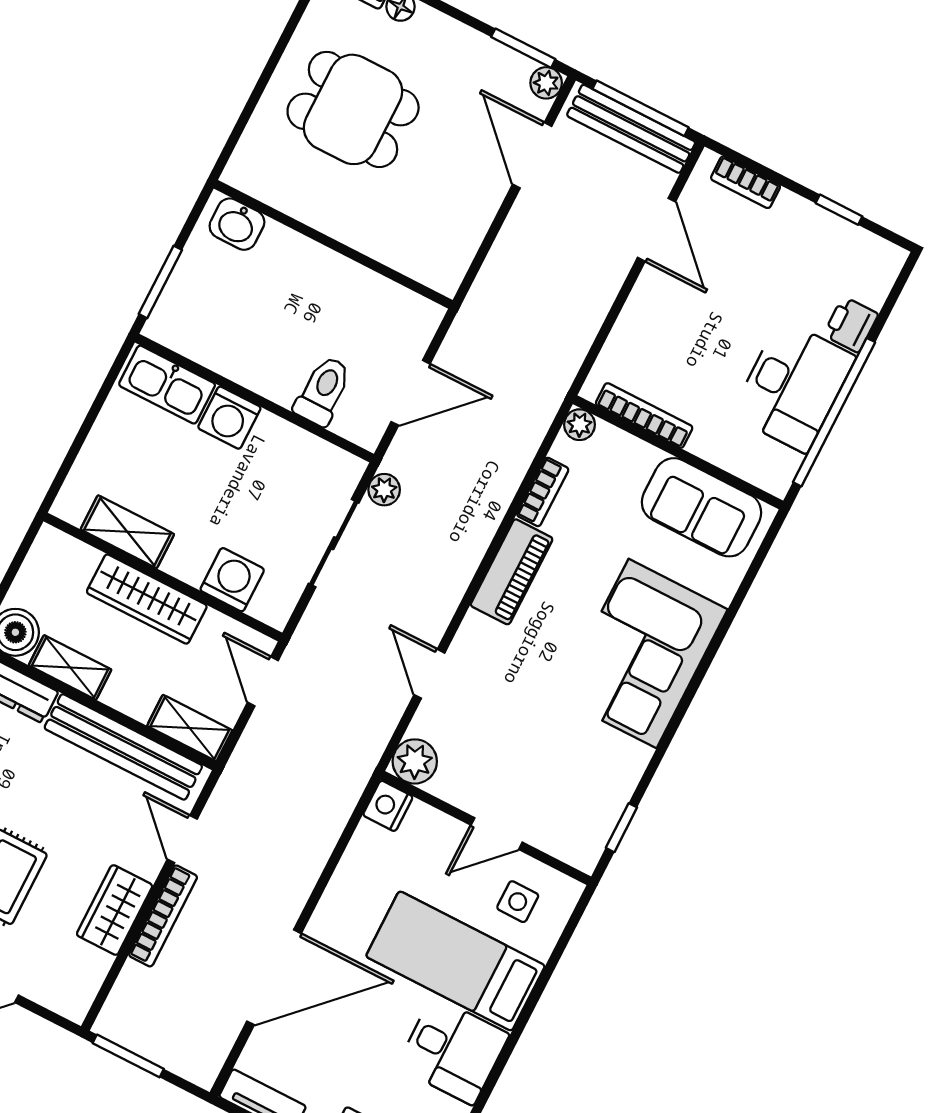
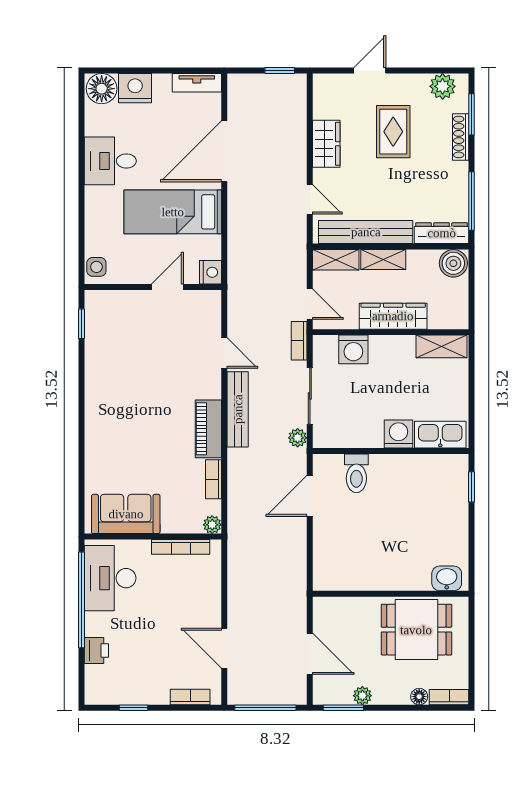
plant: (546, 83) -> (362, 696), moved
bench: (631, 129) -> (238, 409), moved, turned 90
washbasin: (237, 224) -> (447, 578), moved
wall: (333, 244) -> (391, 594), moved
window: (160, 282) -> (471, 487), width x0.67
desk: (793, 386) -> (110, 578), moved
shelving: (127, 532) -> (441, 346), moved
corner sofa: (643, 654) -> (117, 421), removed
shelving: (70, 667) -> (383, 260), moved
plant: (415, 761) -> (208, 303), removed
door: (497, 834) -> (167, 287), moved
side table: (518, 902) -> (96, 267), moved
bookcase: (163, 916) -> (299, 341), moved, width x0.64
bed: (455, 961) -> (173, 212), moved, turned 180
window: (128, 1056) -> (280, 71), width x0.67

